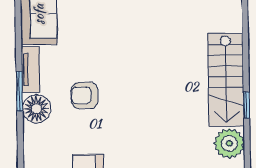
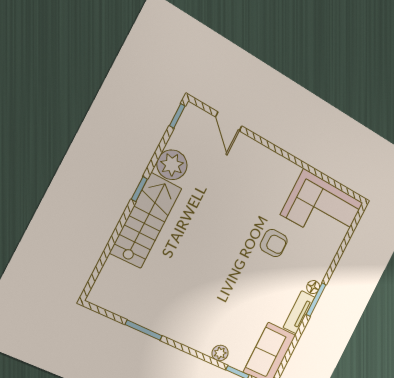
armchair: (85, 95) -> (274, 243), moved
floor lamp: (36, 109) -> (313, 287), width x0.53, depth x0.53

